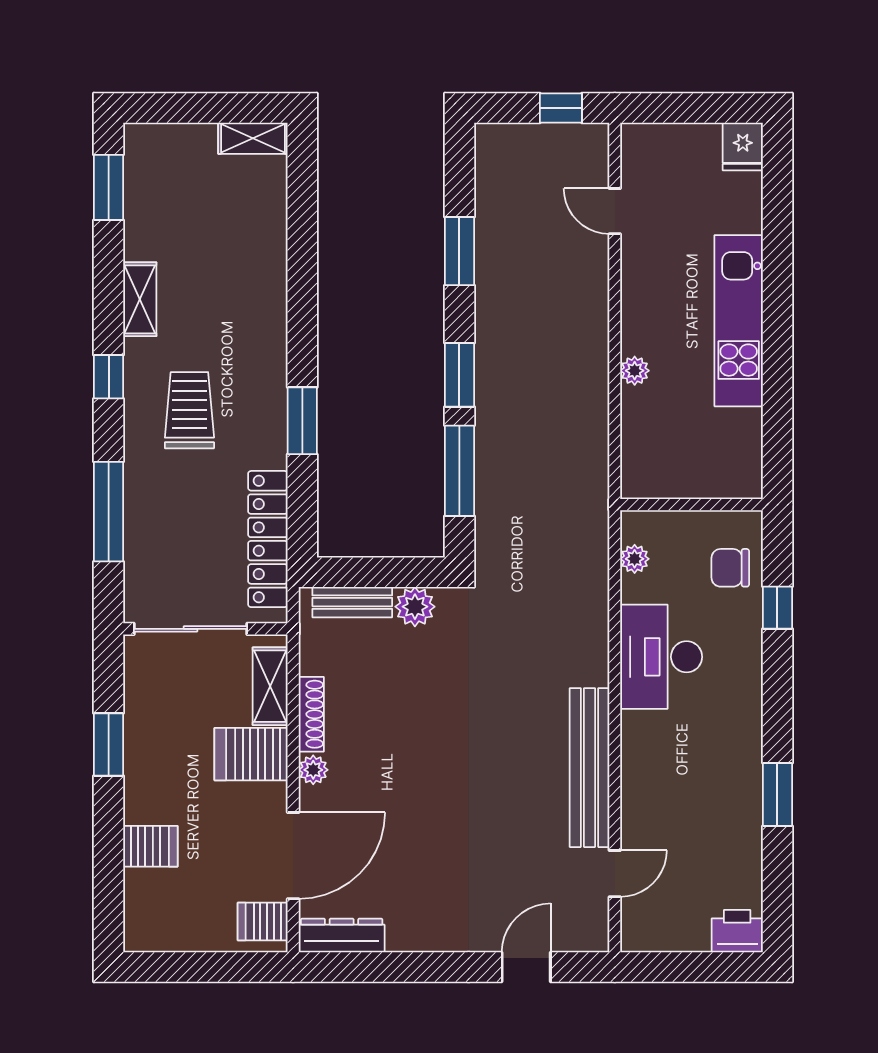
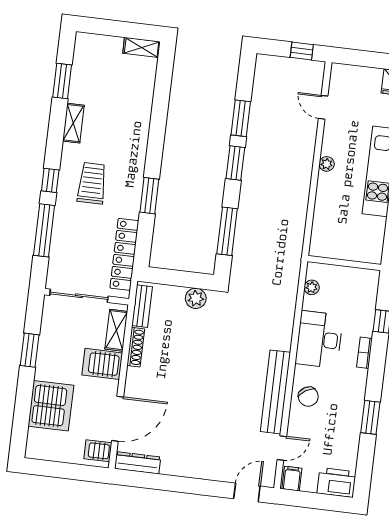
window: (109, 187) -> (62, 81), moved
plant: (635, 371) -> (327, 164), moved
window: (459, 375) -> (235, 163), moved
window: (109, 377) -> (50, 180), moved
chair: (730, 568) -> (308, 397), moved, turned -122
bench: (352, 602) -> (142, 306), moved, turned 90
bookcase: (751, 672) -> (364, 353), added
plant: (313, 770) -> (133, 376), removed
server rack: (150, 846) -> (51, 406), width x2.18, depth x1.44
filing cabinet: (641, 930) -> (292, 479), added
printer: (737, 931) -> (337, 483), width x1.37, depth x1.19
door: (526, 967) -> (247, 492), moved

